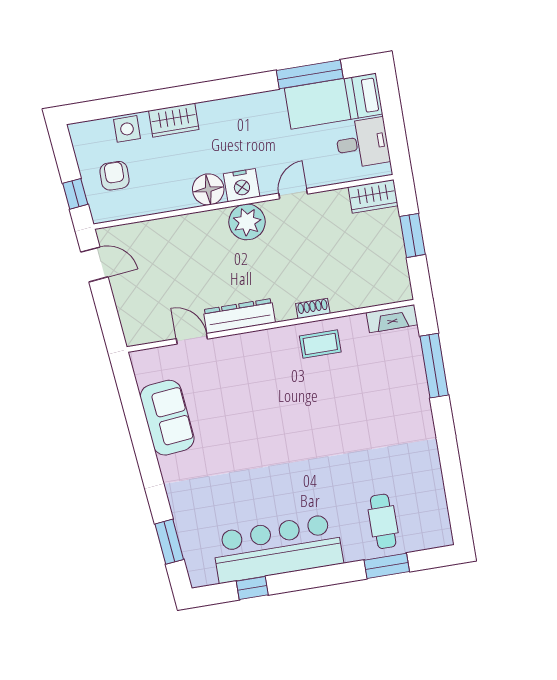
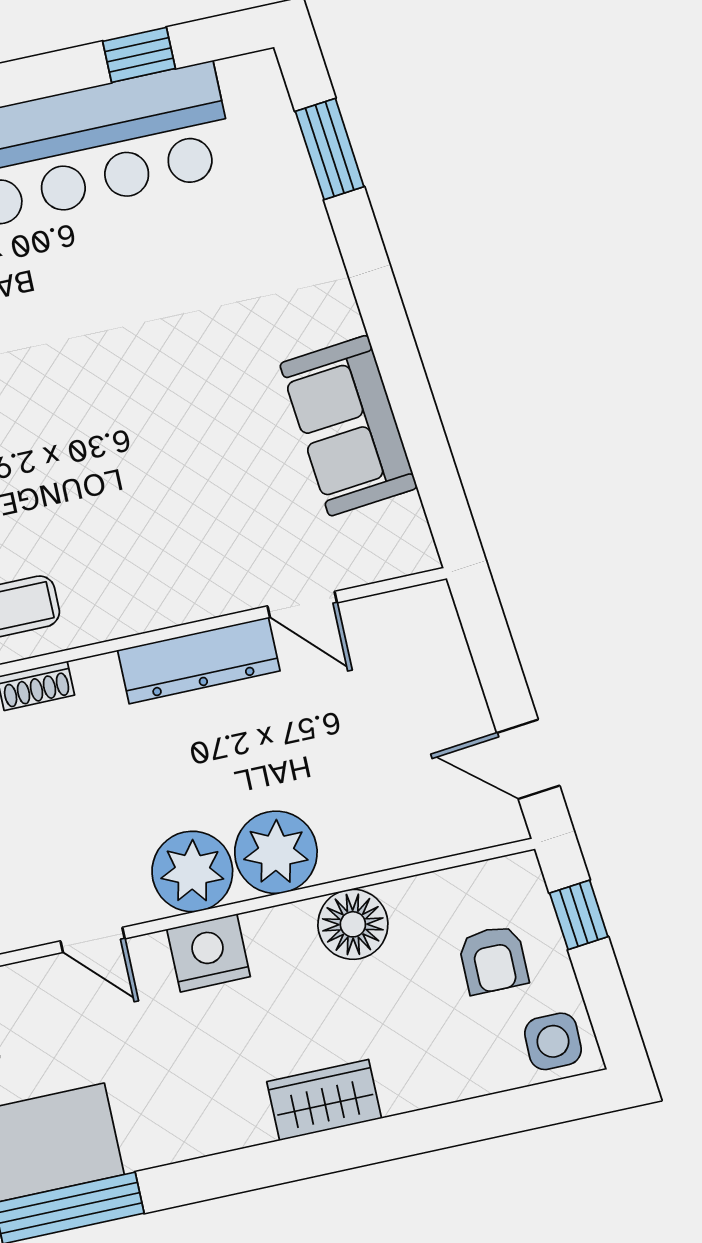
wardrobe: (174, 120) -> (324, 1100), moved
side table: (127, 129) -> (553, 1041), moved
floor lamp: (208, 189) -> (353, 924), moved
door: (293, 194) -> (93, 940), hinge flipped
plant: (209, 229) -> (276, 852), added

